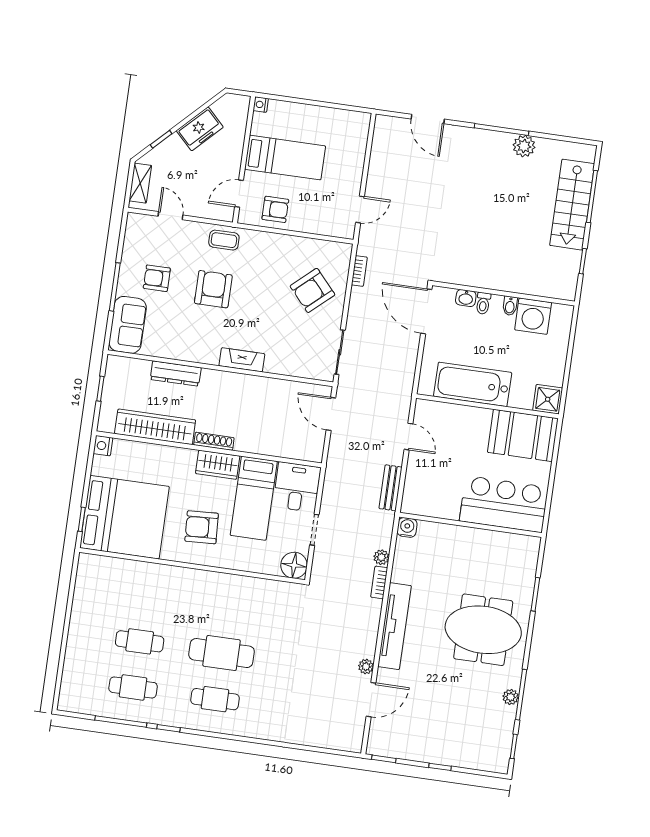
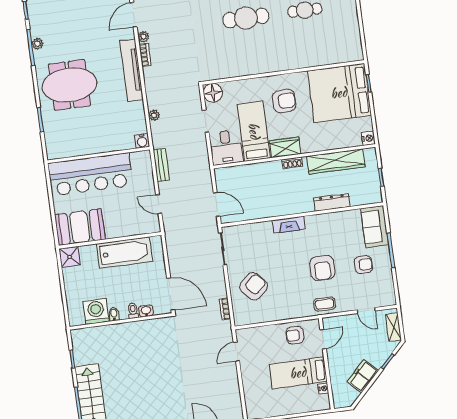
nightstand: (261, 105) -> (323, 388), moved
shoe rack: (214, 441) -> (292, 163), width x0.70
bar counter: (504, 504) -> (90, 174), width x1.36
bookcase: (379, 582) -> (145, 55), moved

